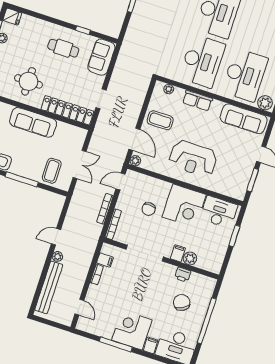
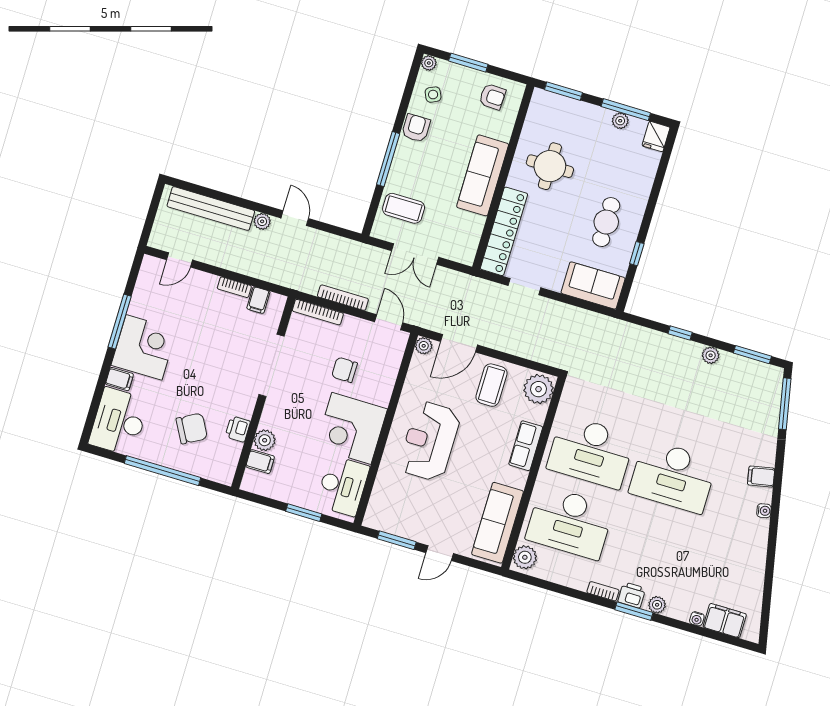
plant: (169, 89) -> (539, 389), width x1.87, depth x1.87
filing cabinet: (178, 253) -> (260, 462), moved

